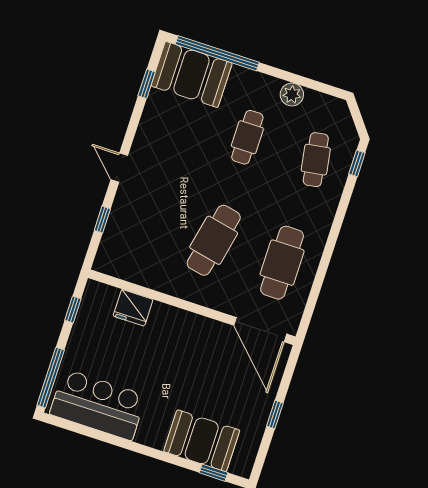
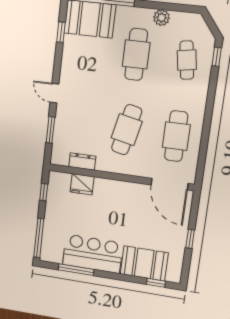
cafe table: (247, 137) -> (136, 54), width x1.37, depth x1.35
window: (102, 220) -> (50, 130), width x1.50
dresser: (140, 274) -> (82, 161), added
bar counter: (98, 405) -> (93, 254), moved
window: (98, 435) -> (76, 270), added

